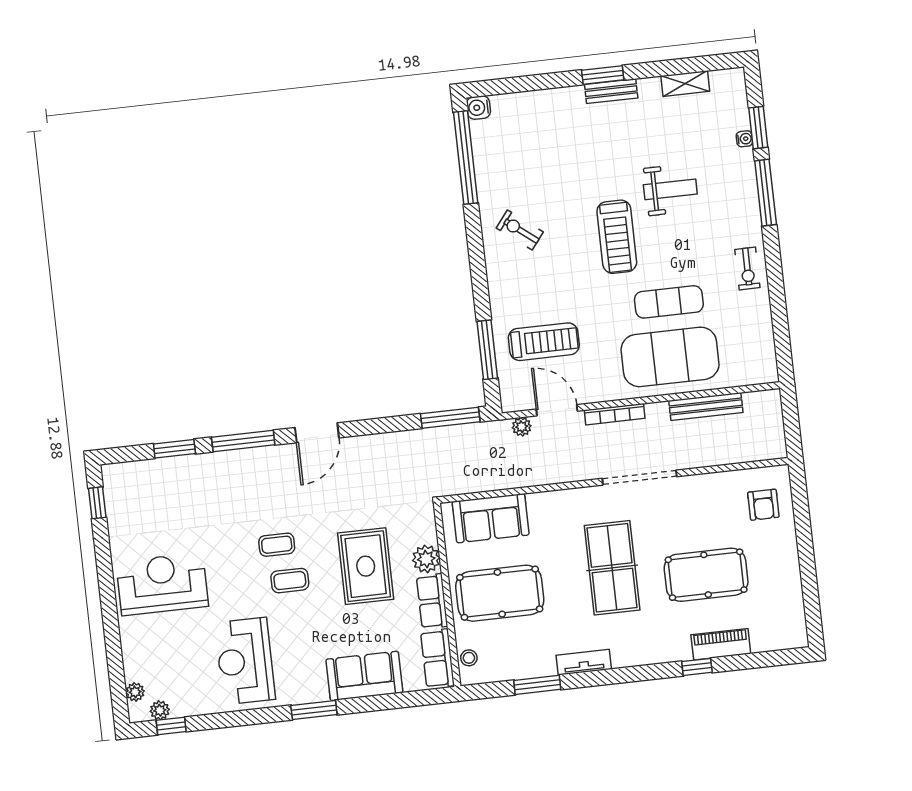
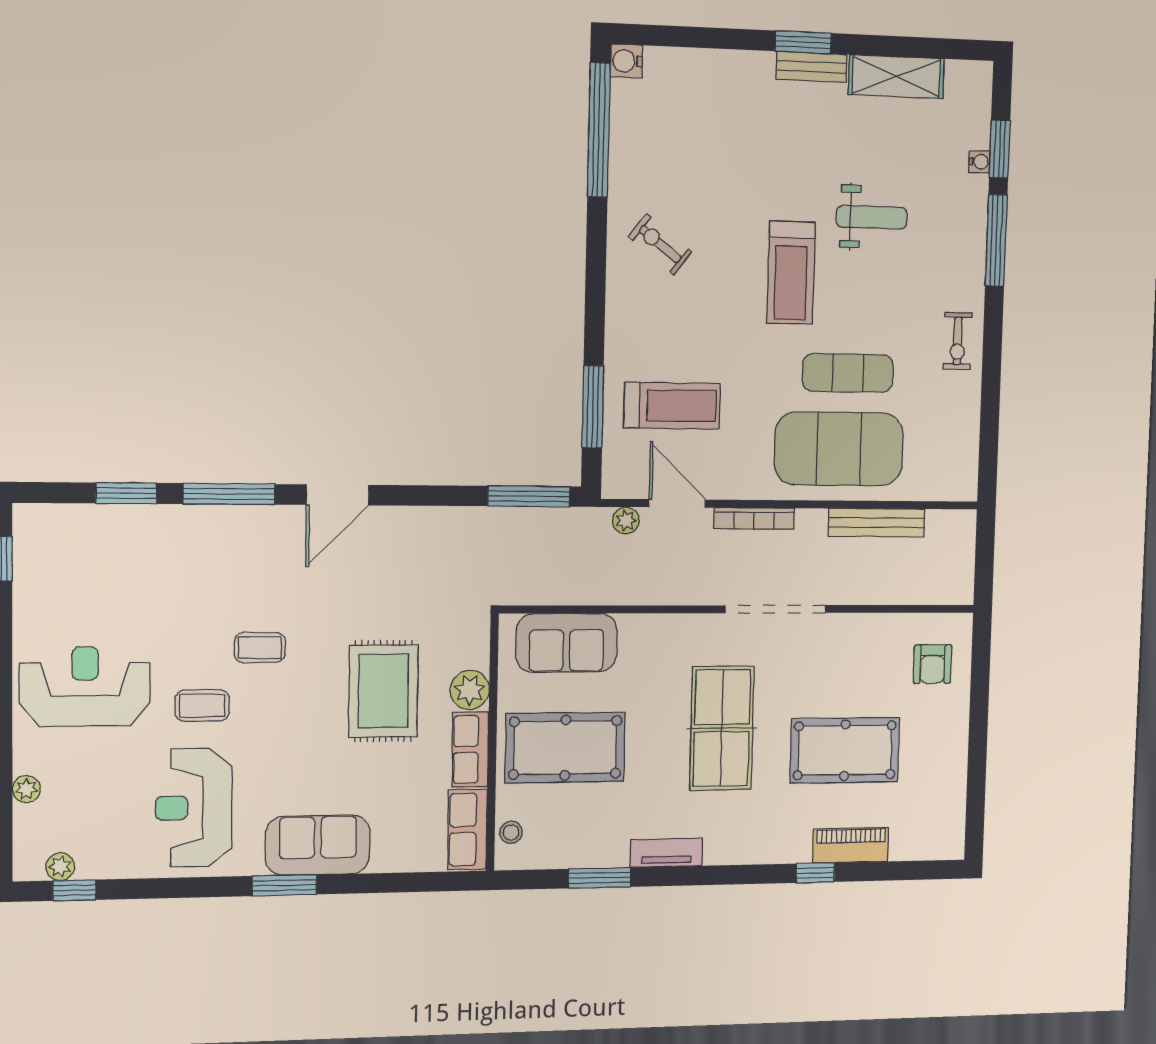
shelving: (685, 84) -> (896, 77), width x1.50, depth x1.33
coffee table: (290, 581) -> (202, 705), moved
sofa: (364, 676) -> (318, 845), moved
plant: (135, 692) -> (26, 789), moved

